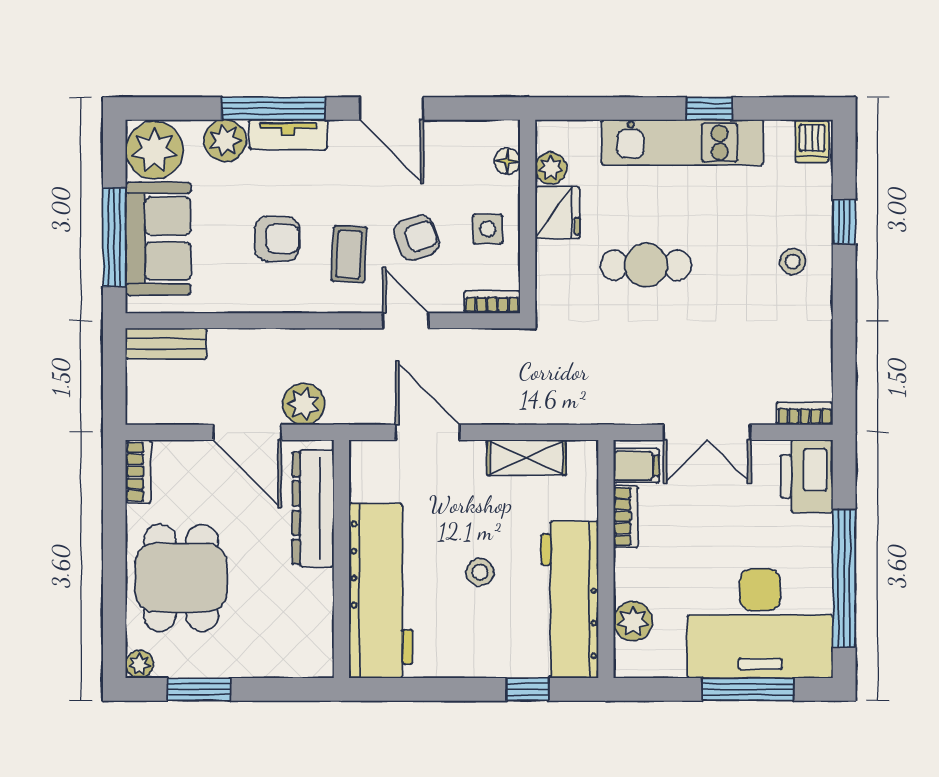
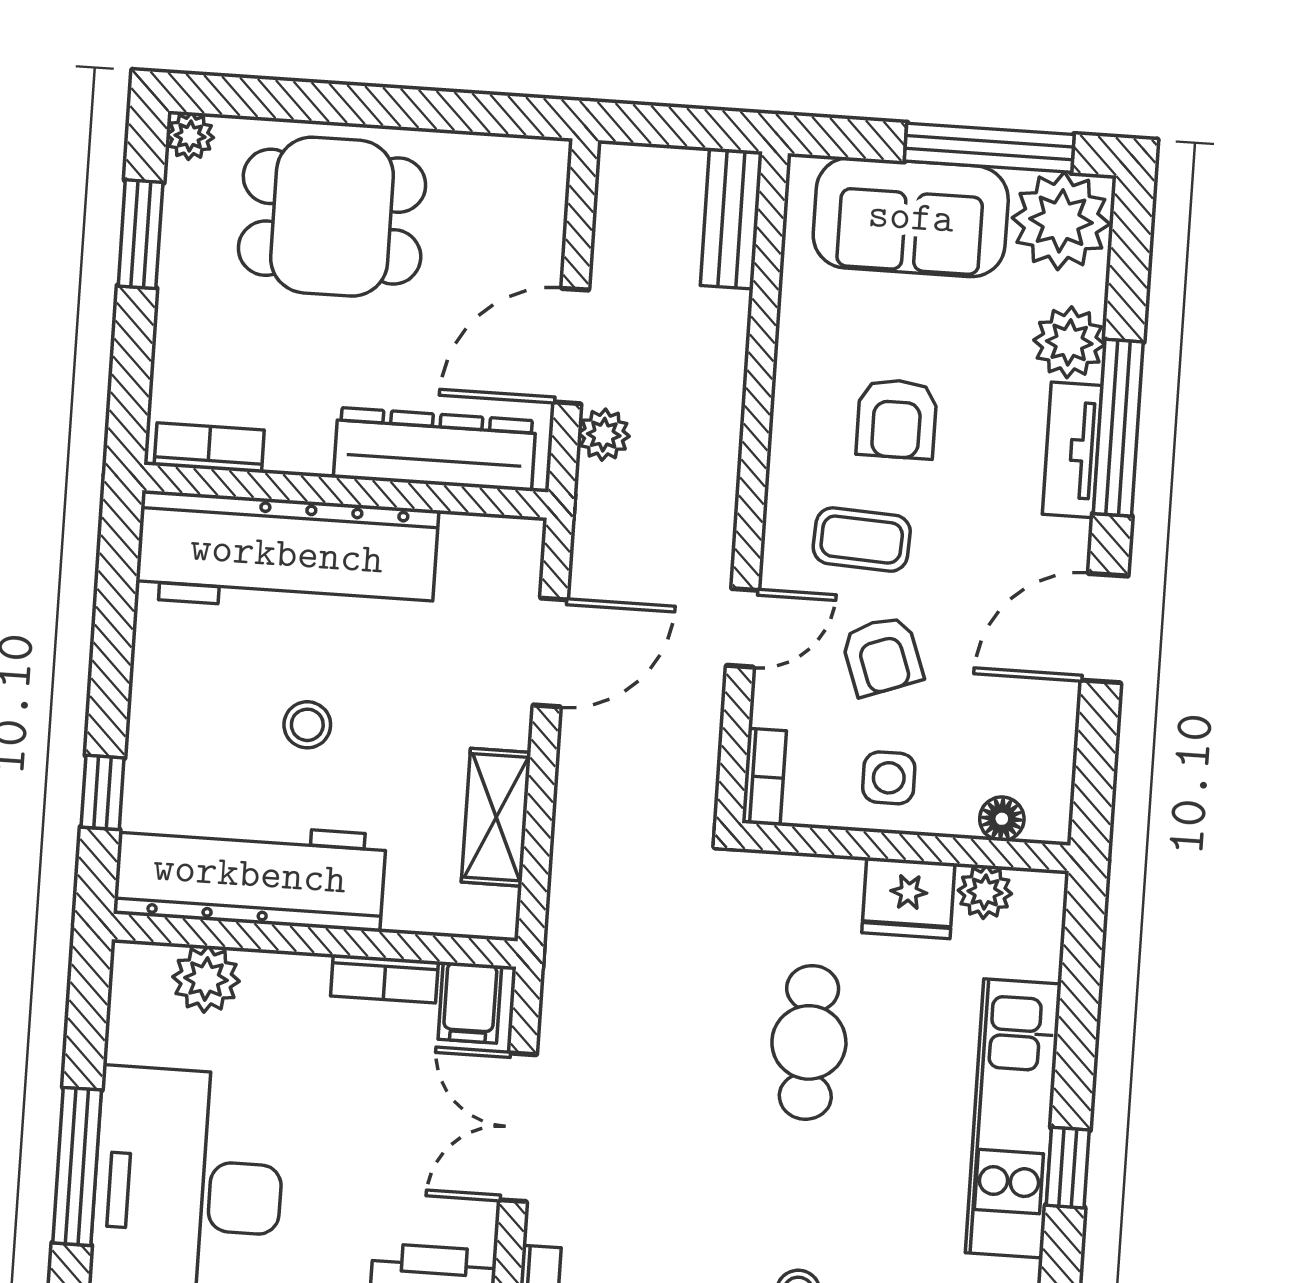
window: (114, 237) -> (989, 148), moved
plant: (304, 404) -> (604, 435), width x0.73, depth x0.73
bookcase: (138, 471) -> (209, 448), moved, turned 180

